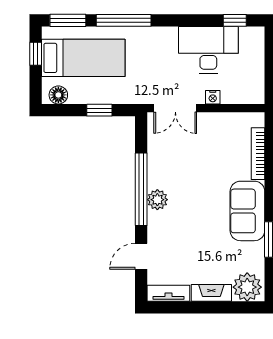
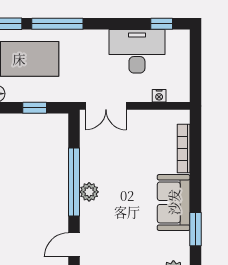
nightstand: (213, 97) -> (159, 96), moved

